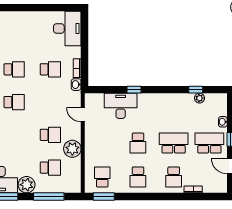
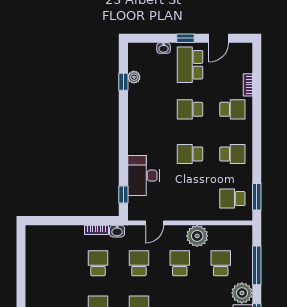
desk: (67, 29) -> (47, 242), removed
window: (134, 90) -> (123, 194), moved
school desk: (50, 102) -> (139, 263), added
school desk: (138, 143) -> (190, 154), turned 180
school desk: (174, 143) -> (190, 109), width x0.54

